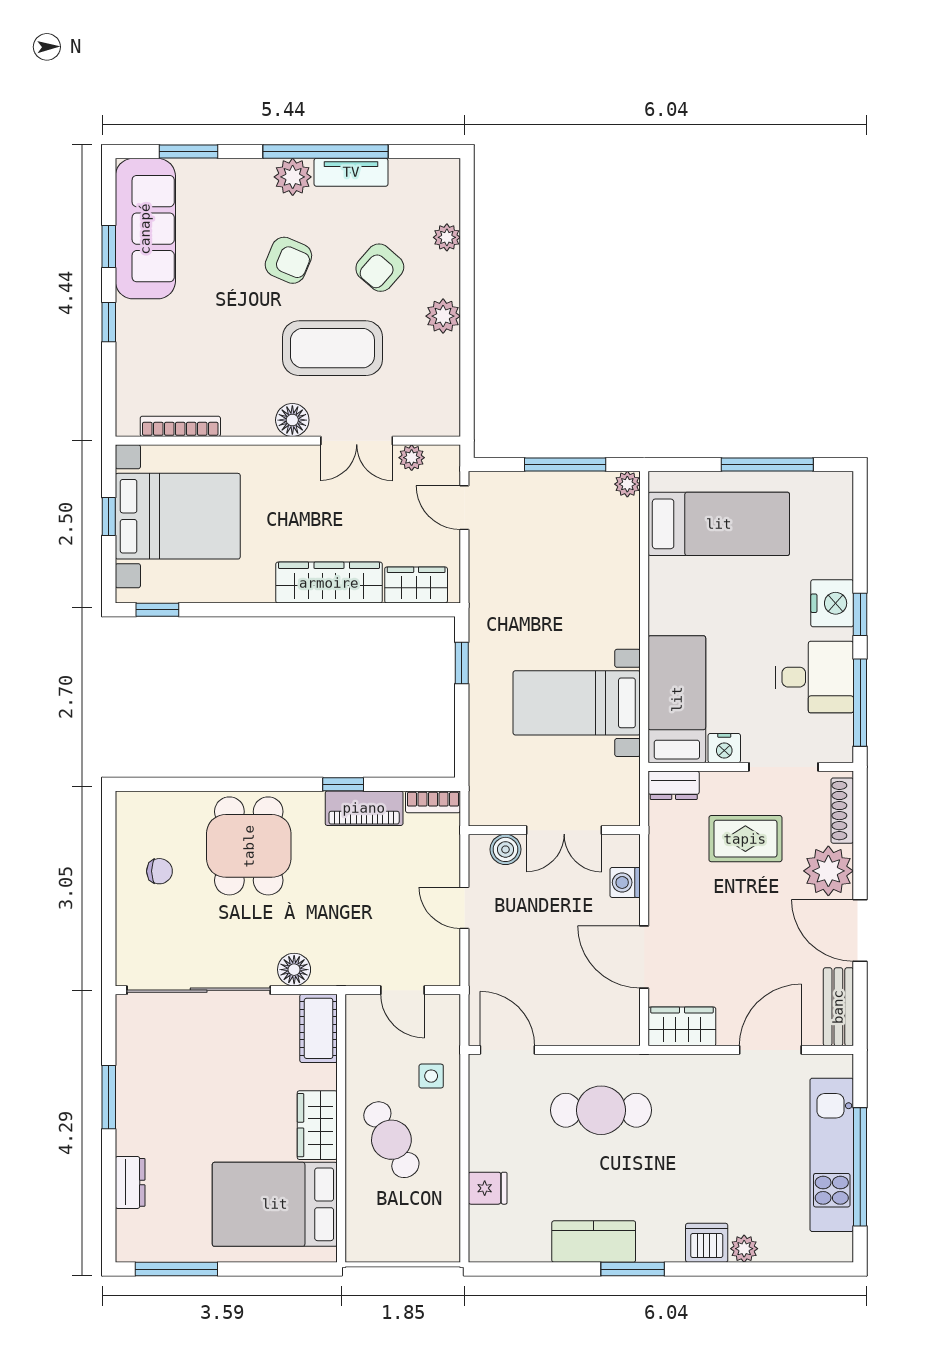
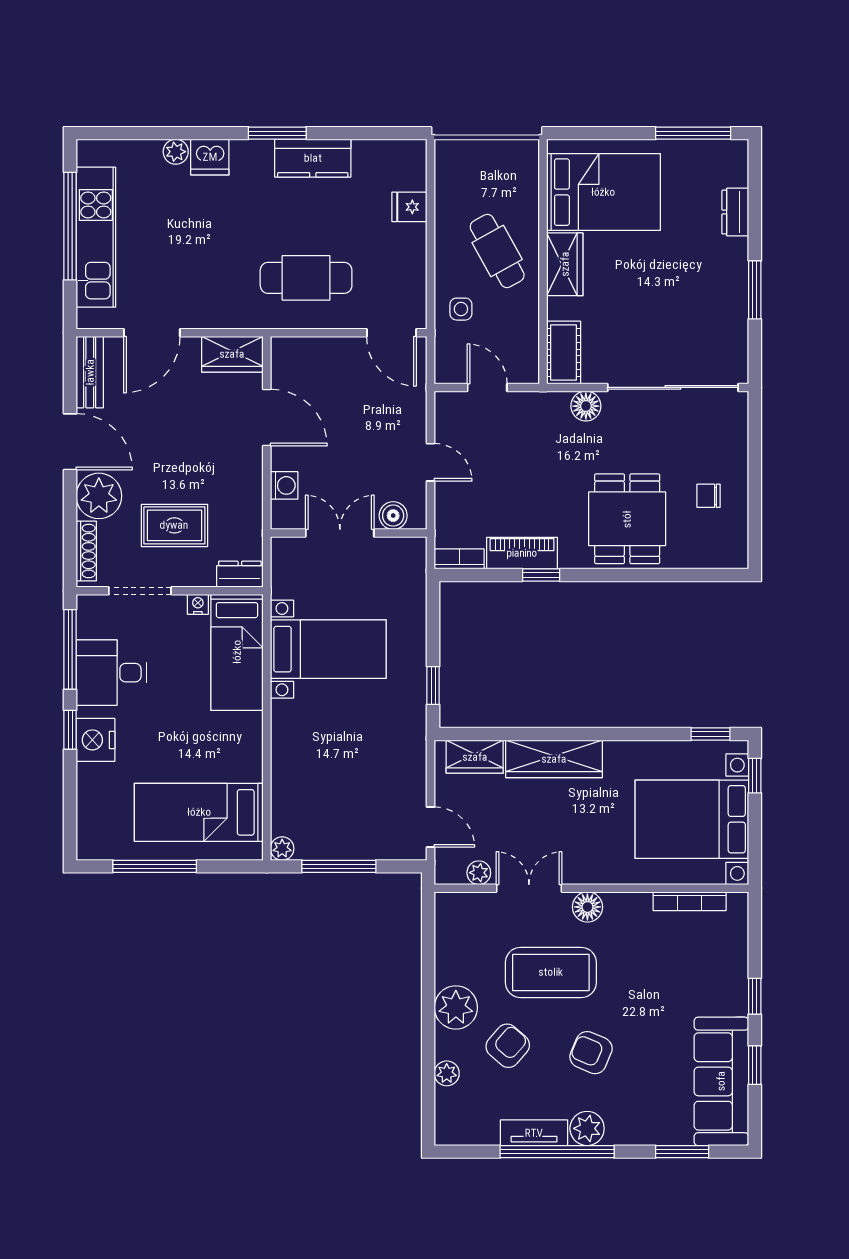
plant: (443, 316) -> (456, 1007), width x1.36, depth x1.36
window: (109, 517) -> (755, 776), moved
nightstand: (724, 748) -> (198, 604), width x0.72, depth x0.74

